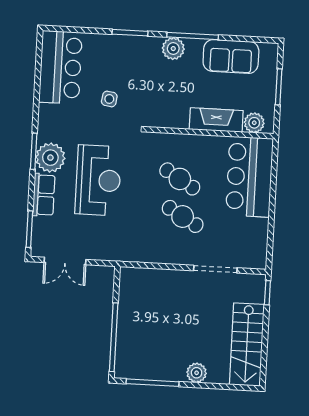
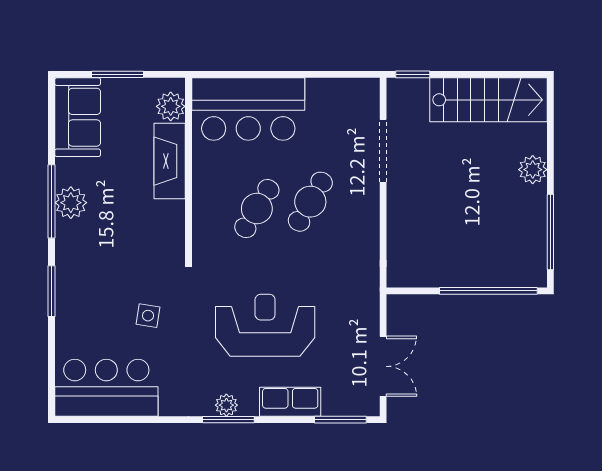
plant: (173, 49) -> (71, 203), moved
sofa: (231, 56) -> (78, 117), moved
plant: (50, 158) -> (226, 405), width x0.53, depth x0.53

